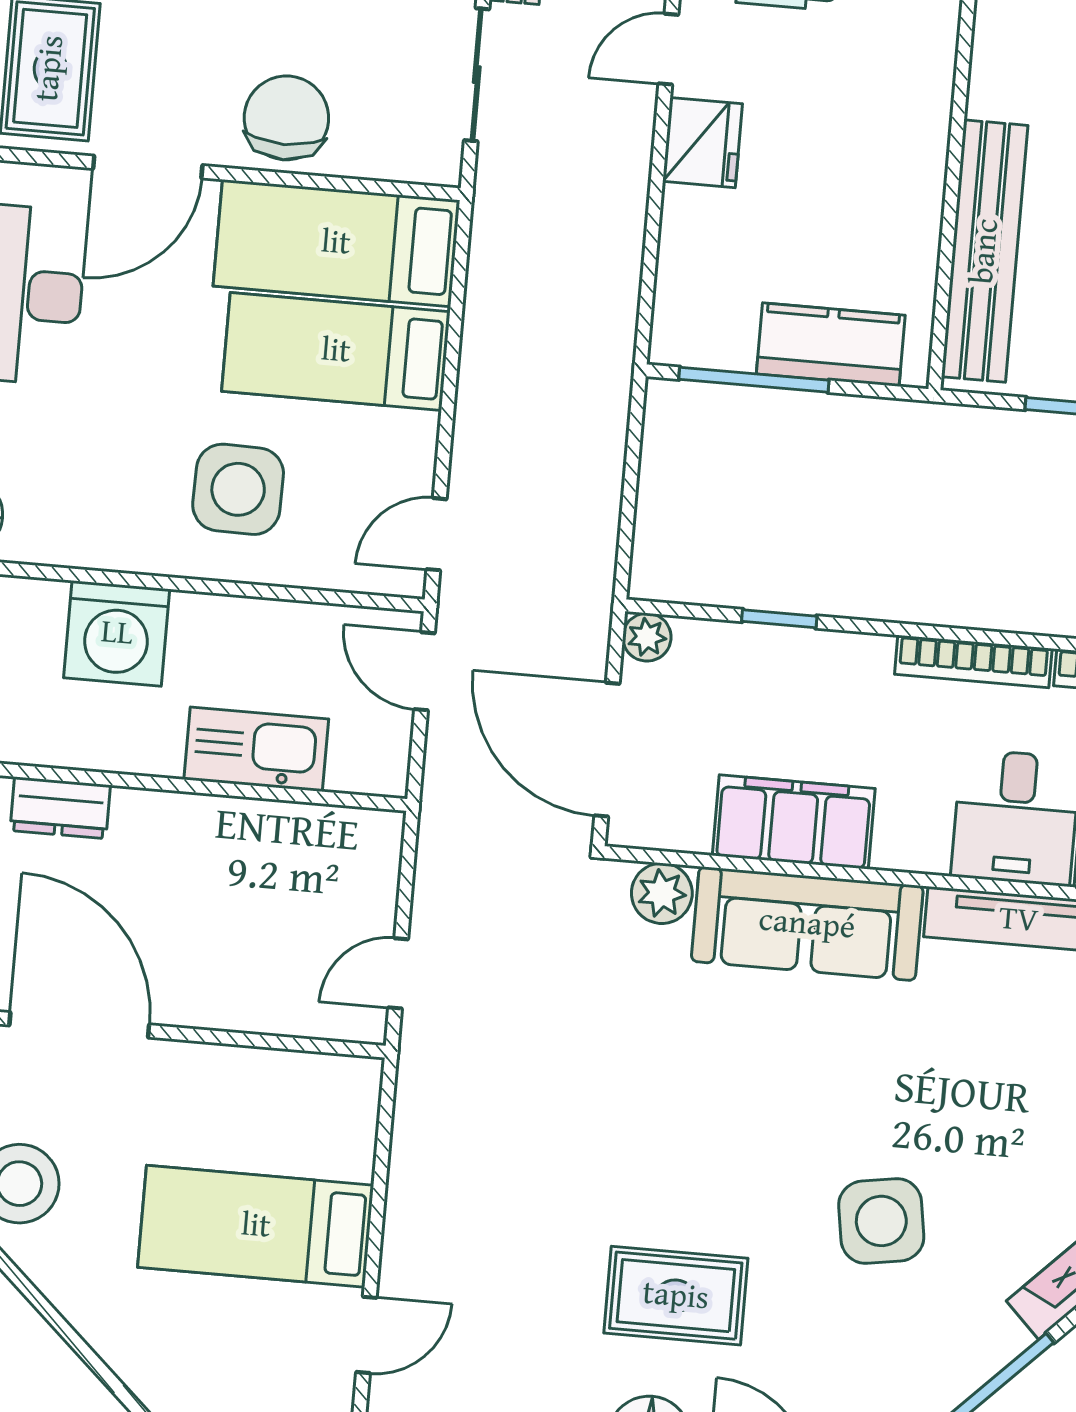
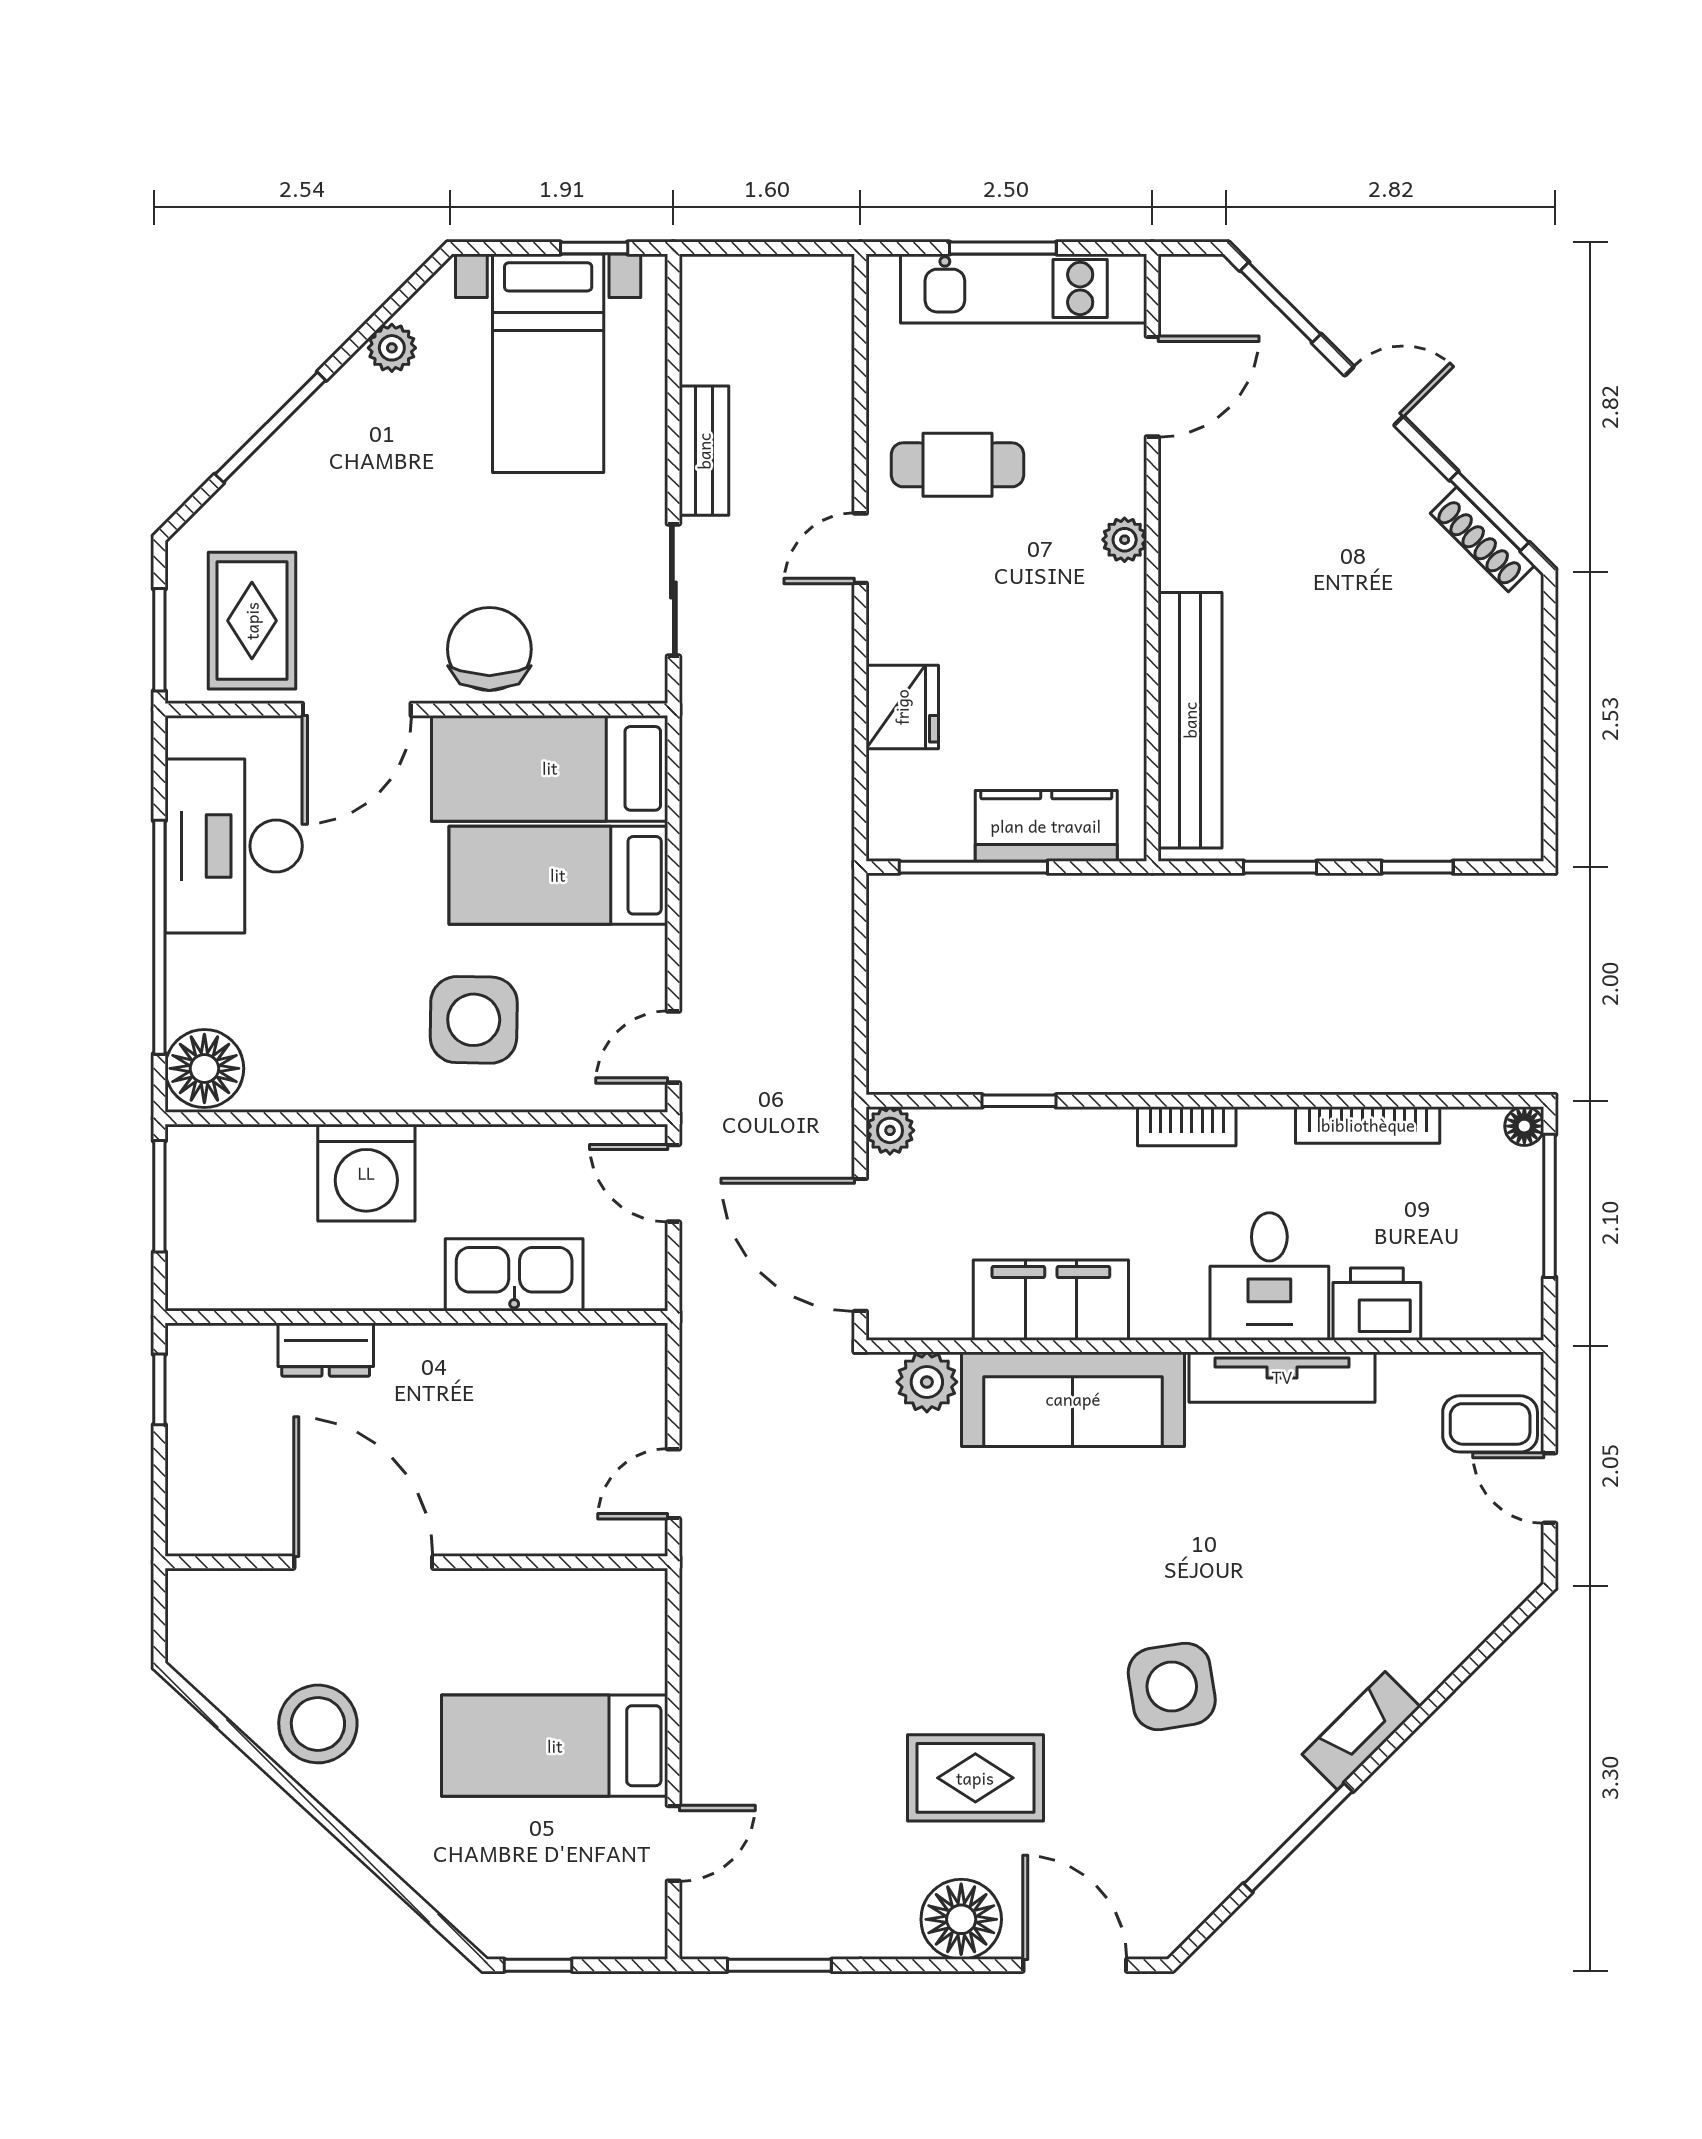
plant: (935, 64) -> (1125, 540), added
fridge: (703, 143) -> (902, 707), moved
bookcase: (973, 661) -> (1187, 1126), width x0.64

